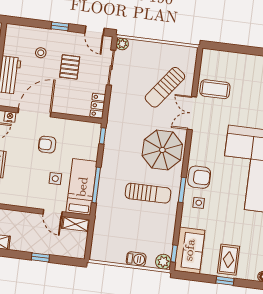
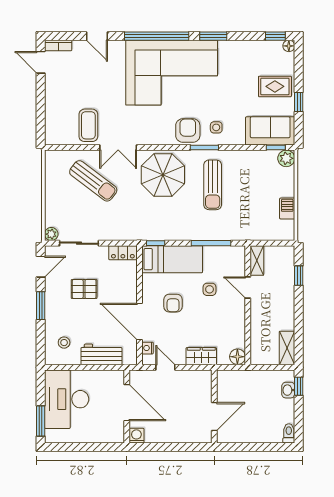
window: (60, 26) -> (41, 306), width x1.50
stool: (41, 53) -> (64, 343), moved
bed: (82, 187) -> (172, 259), moved, turned 180
sun lounger: (148, 193) -> (213, 185), turned 180
door: (53, 213) -> (248, 287), swing flipped
window: (40, 257) -> (299, 276), moved
barbecue: (136, 259) -> (287, 209), moved
window: (225, 281) -> (299, 102), moved

